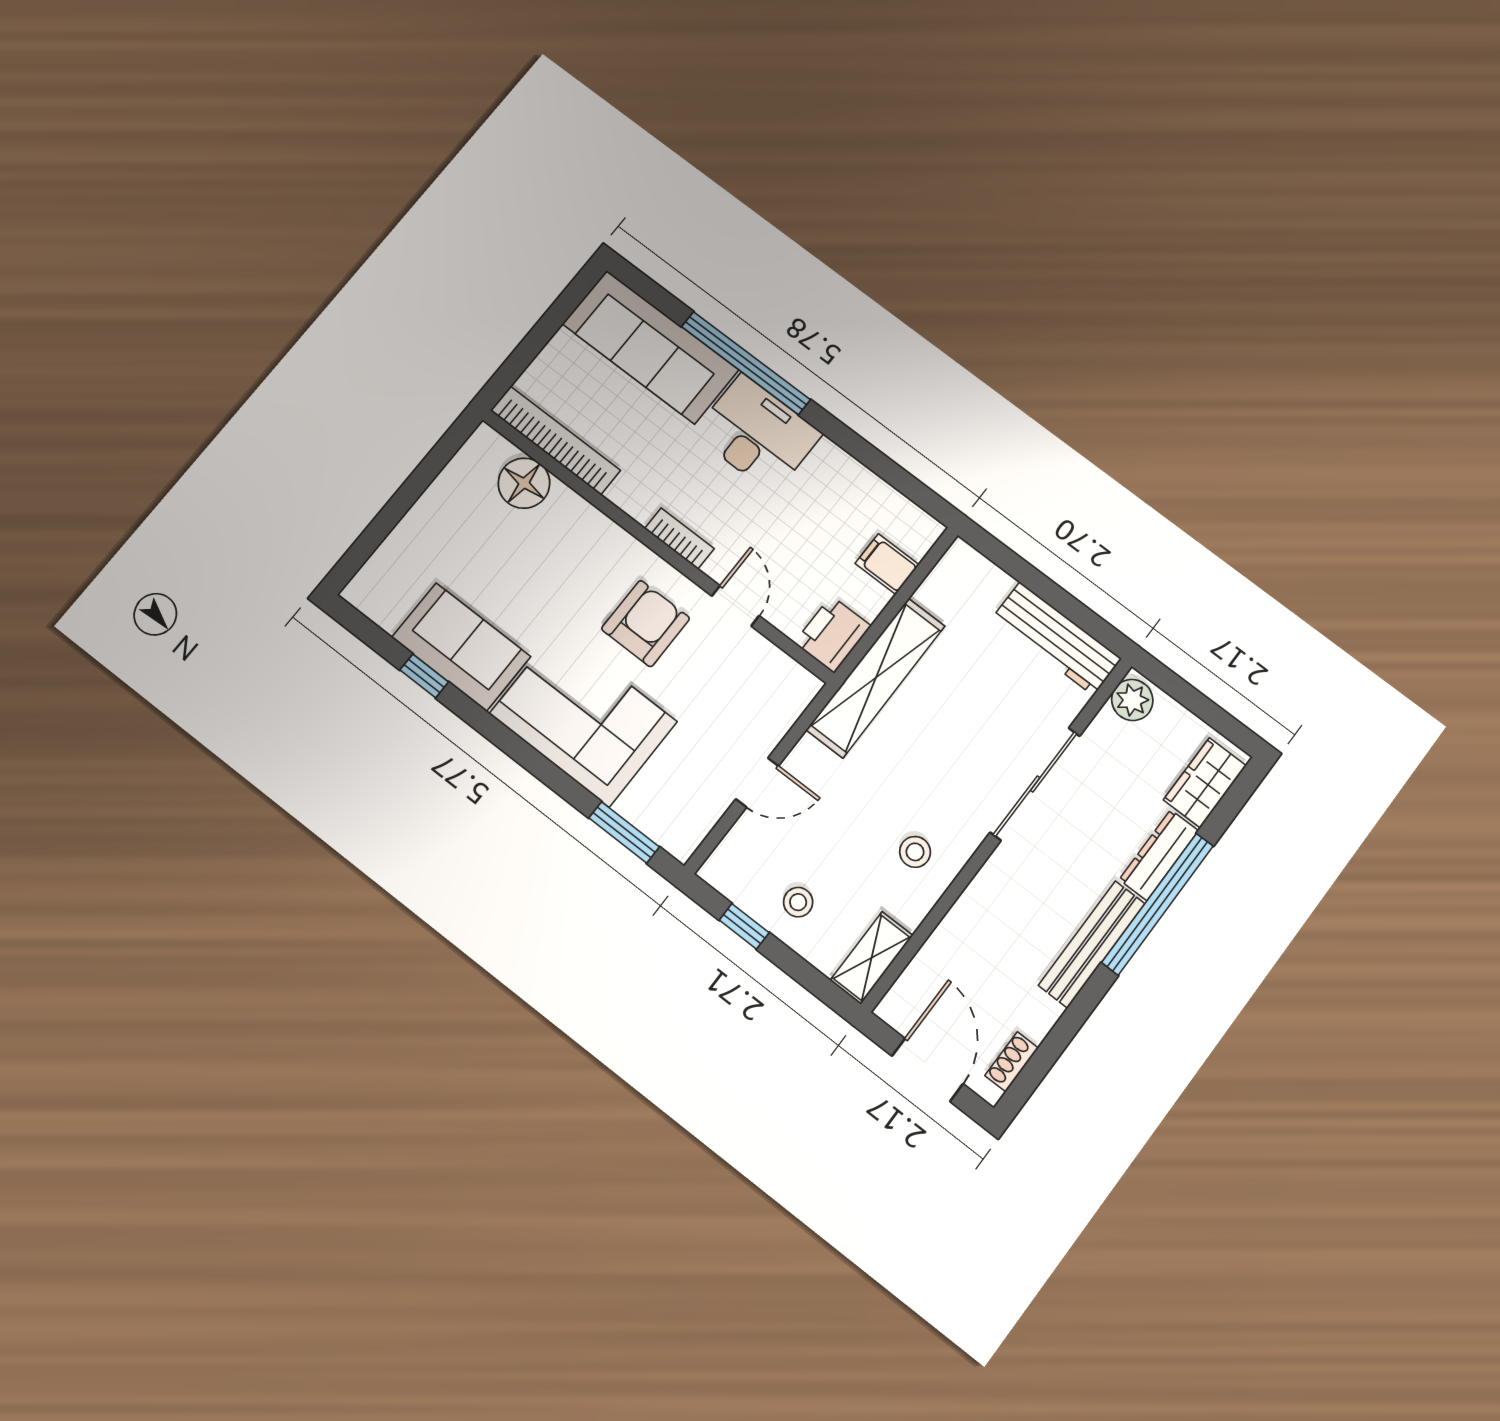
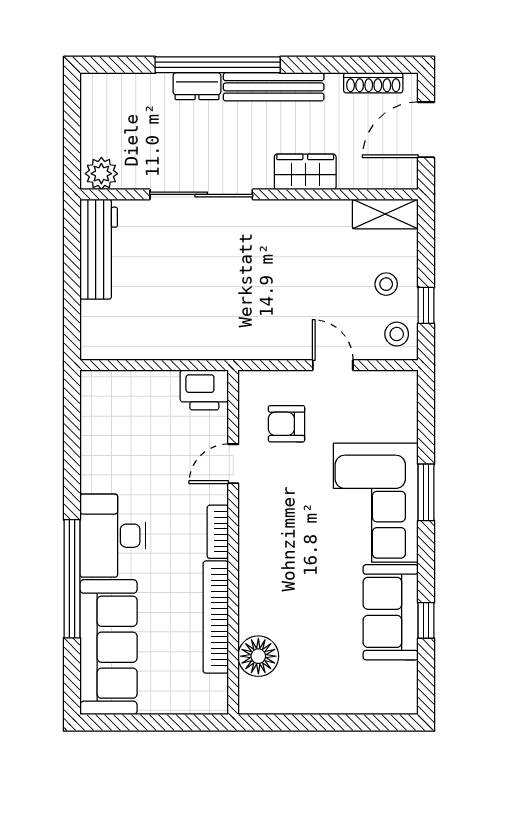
bookcase: (555, 440) -> (216, 617), moved
filing cabinet: (887, 564) -> (133, 390), removed
armchair: (646, 624) -> (286, 424), moved, width x0.72, depth x0.72
shelving: (876, 678) -> (211, 342), removed
wardrobe: (1205, 783) -> (305, 172), moved, turned 180
window: (624, 832) -> (426, 492), moved
stool: (915, 852) -> (397, 334), moved
dresser: (1159, 855) -> (197, 86), width x0.70
shoe rack: (1012, 1062) -> (373, 83), width x1.43

